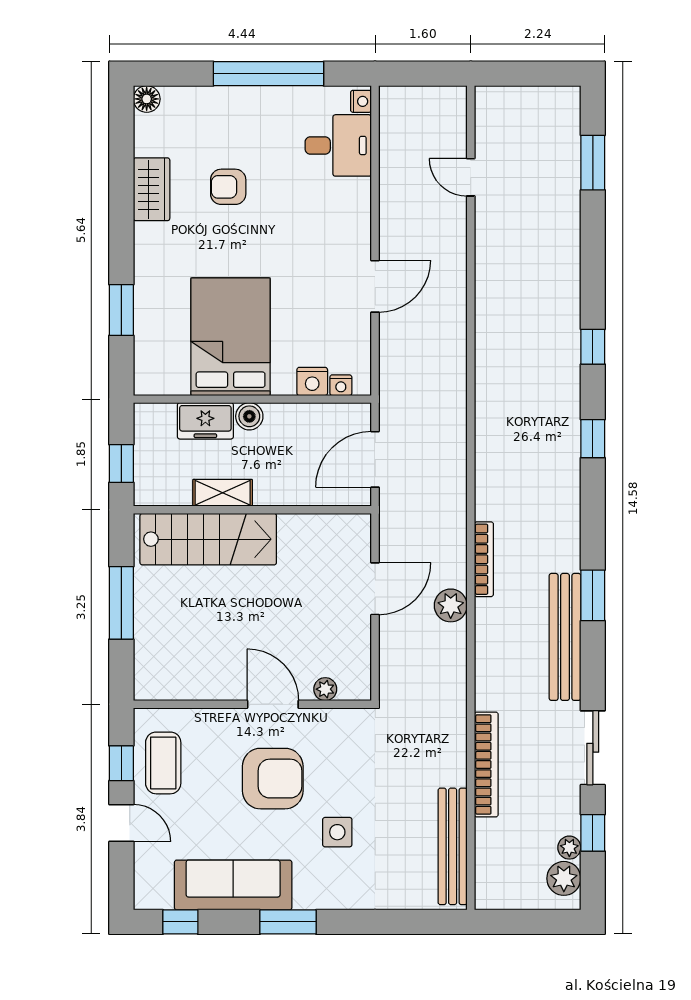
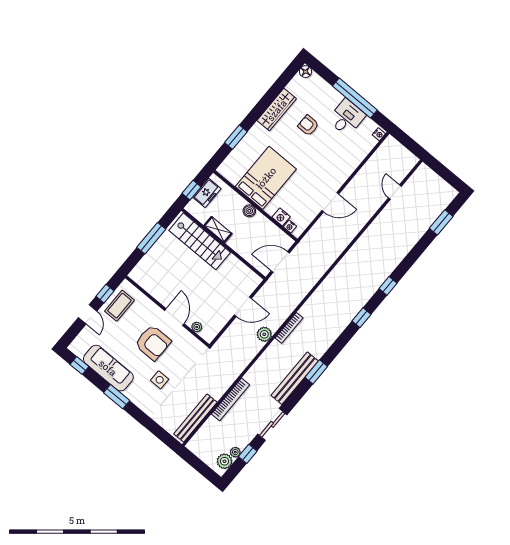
desk: (338, 145) -> (347, 118), moved, turned -90
wardrobe: (152, 189) -> (277, 110), width x1.50
freezer: (205, 421) -> (207, 193), moved, turned -90

